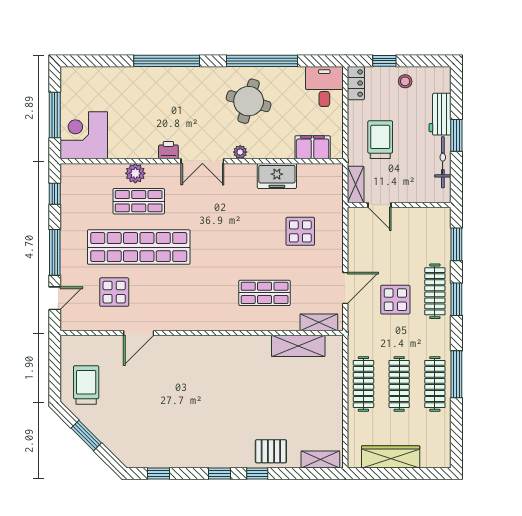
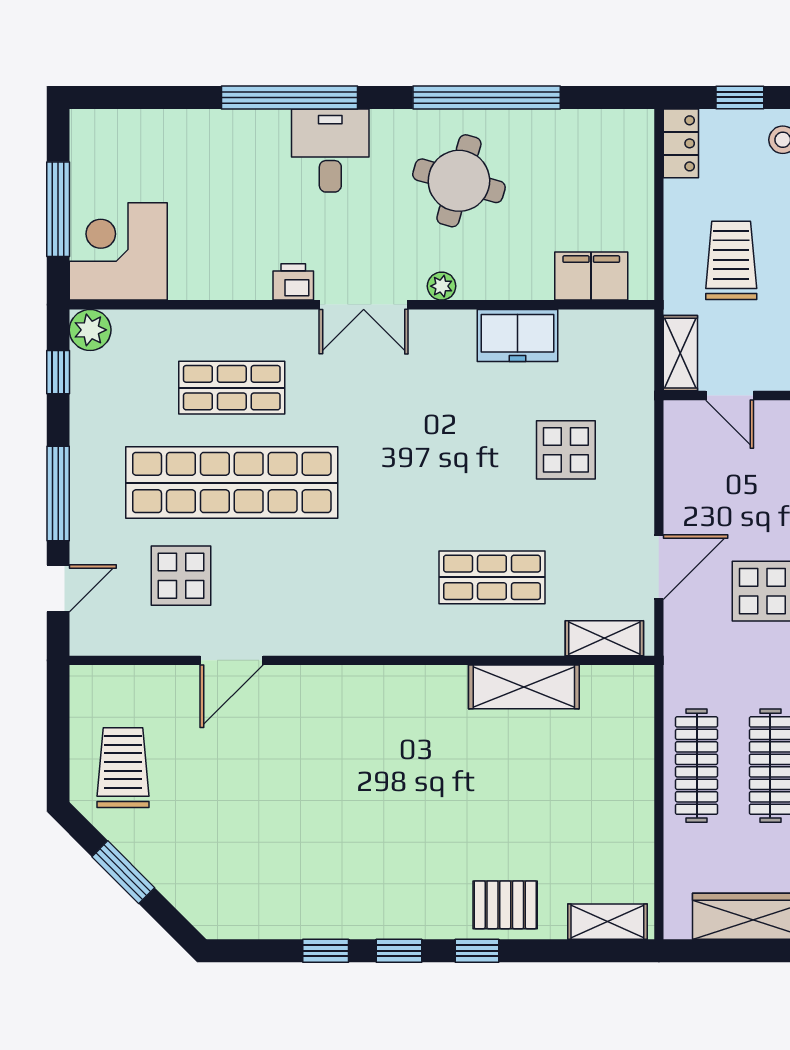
desk: (324, 86) -> (330, 150), moved
plant: (135, 173) -> (90, 330), moved
shelving: (298, 346) -> (524, 687), moved
window: (158, 474) -> (326, 951), moved

